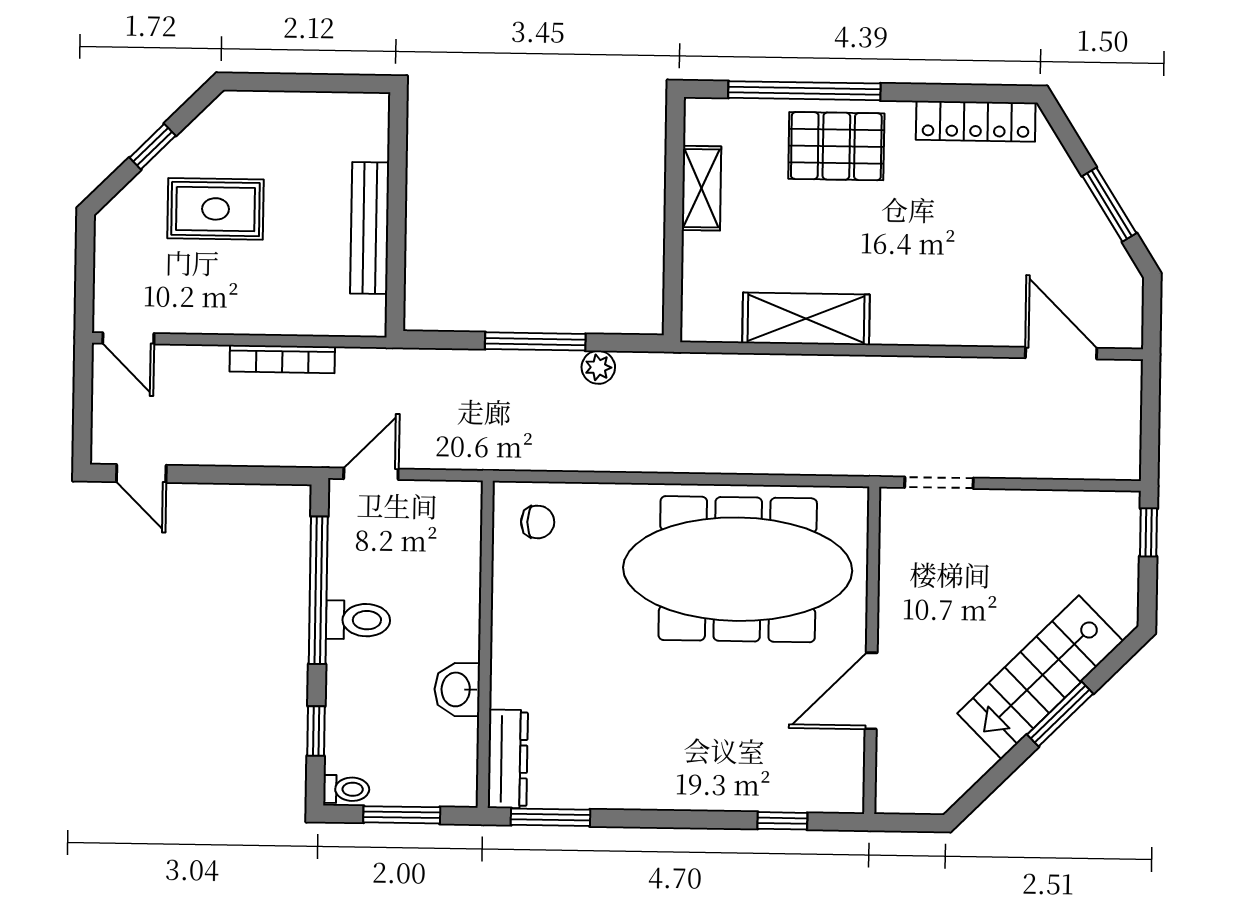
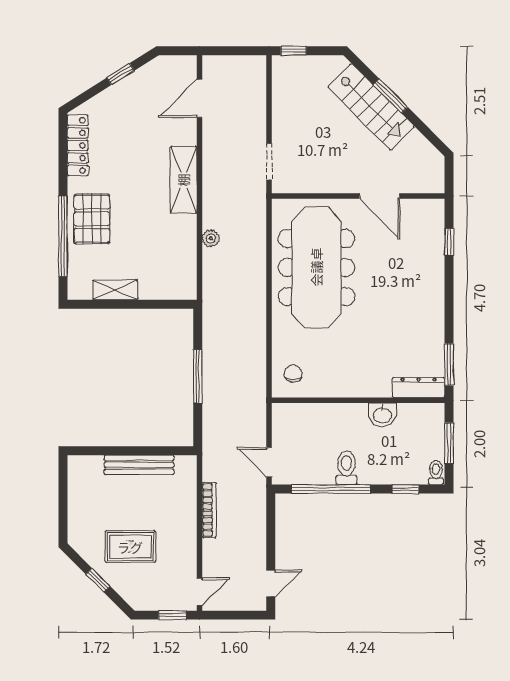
window: (1109, 205) -> (121, 74), width x0.67
rug: (215, 209) -> (130, 547), turned 90
window: (84, 286) -> (172, 615), added
shelving: (806, 319) -> (183, 180), moved
plant: (598, 367) -> (211, 238), moved

